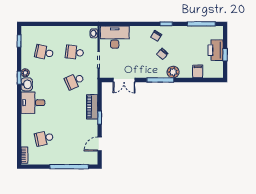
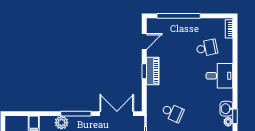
double door: (124, 80) -> (117, 114), width x1.37
school desk: (75, 81) -> (173, 113), turned 48
desk: (33, 103) -> (219, 76), moved
piano: (92, 107) -> (153, 71), moved

